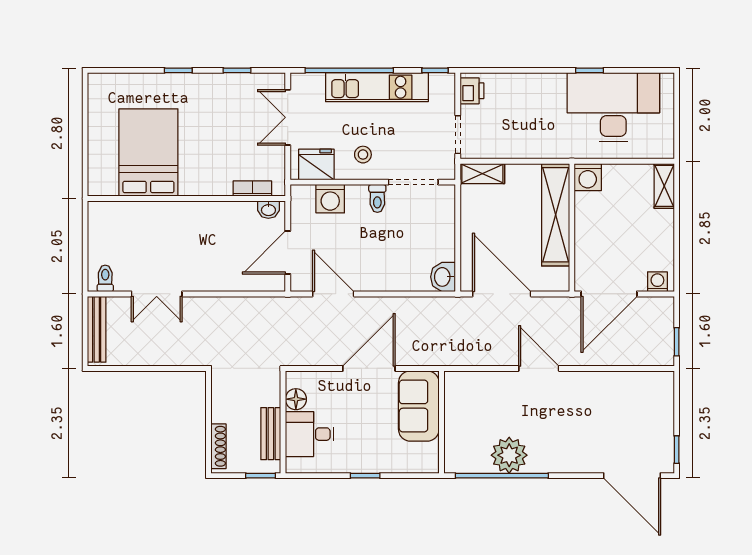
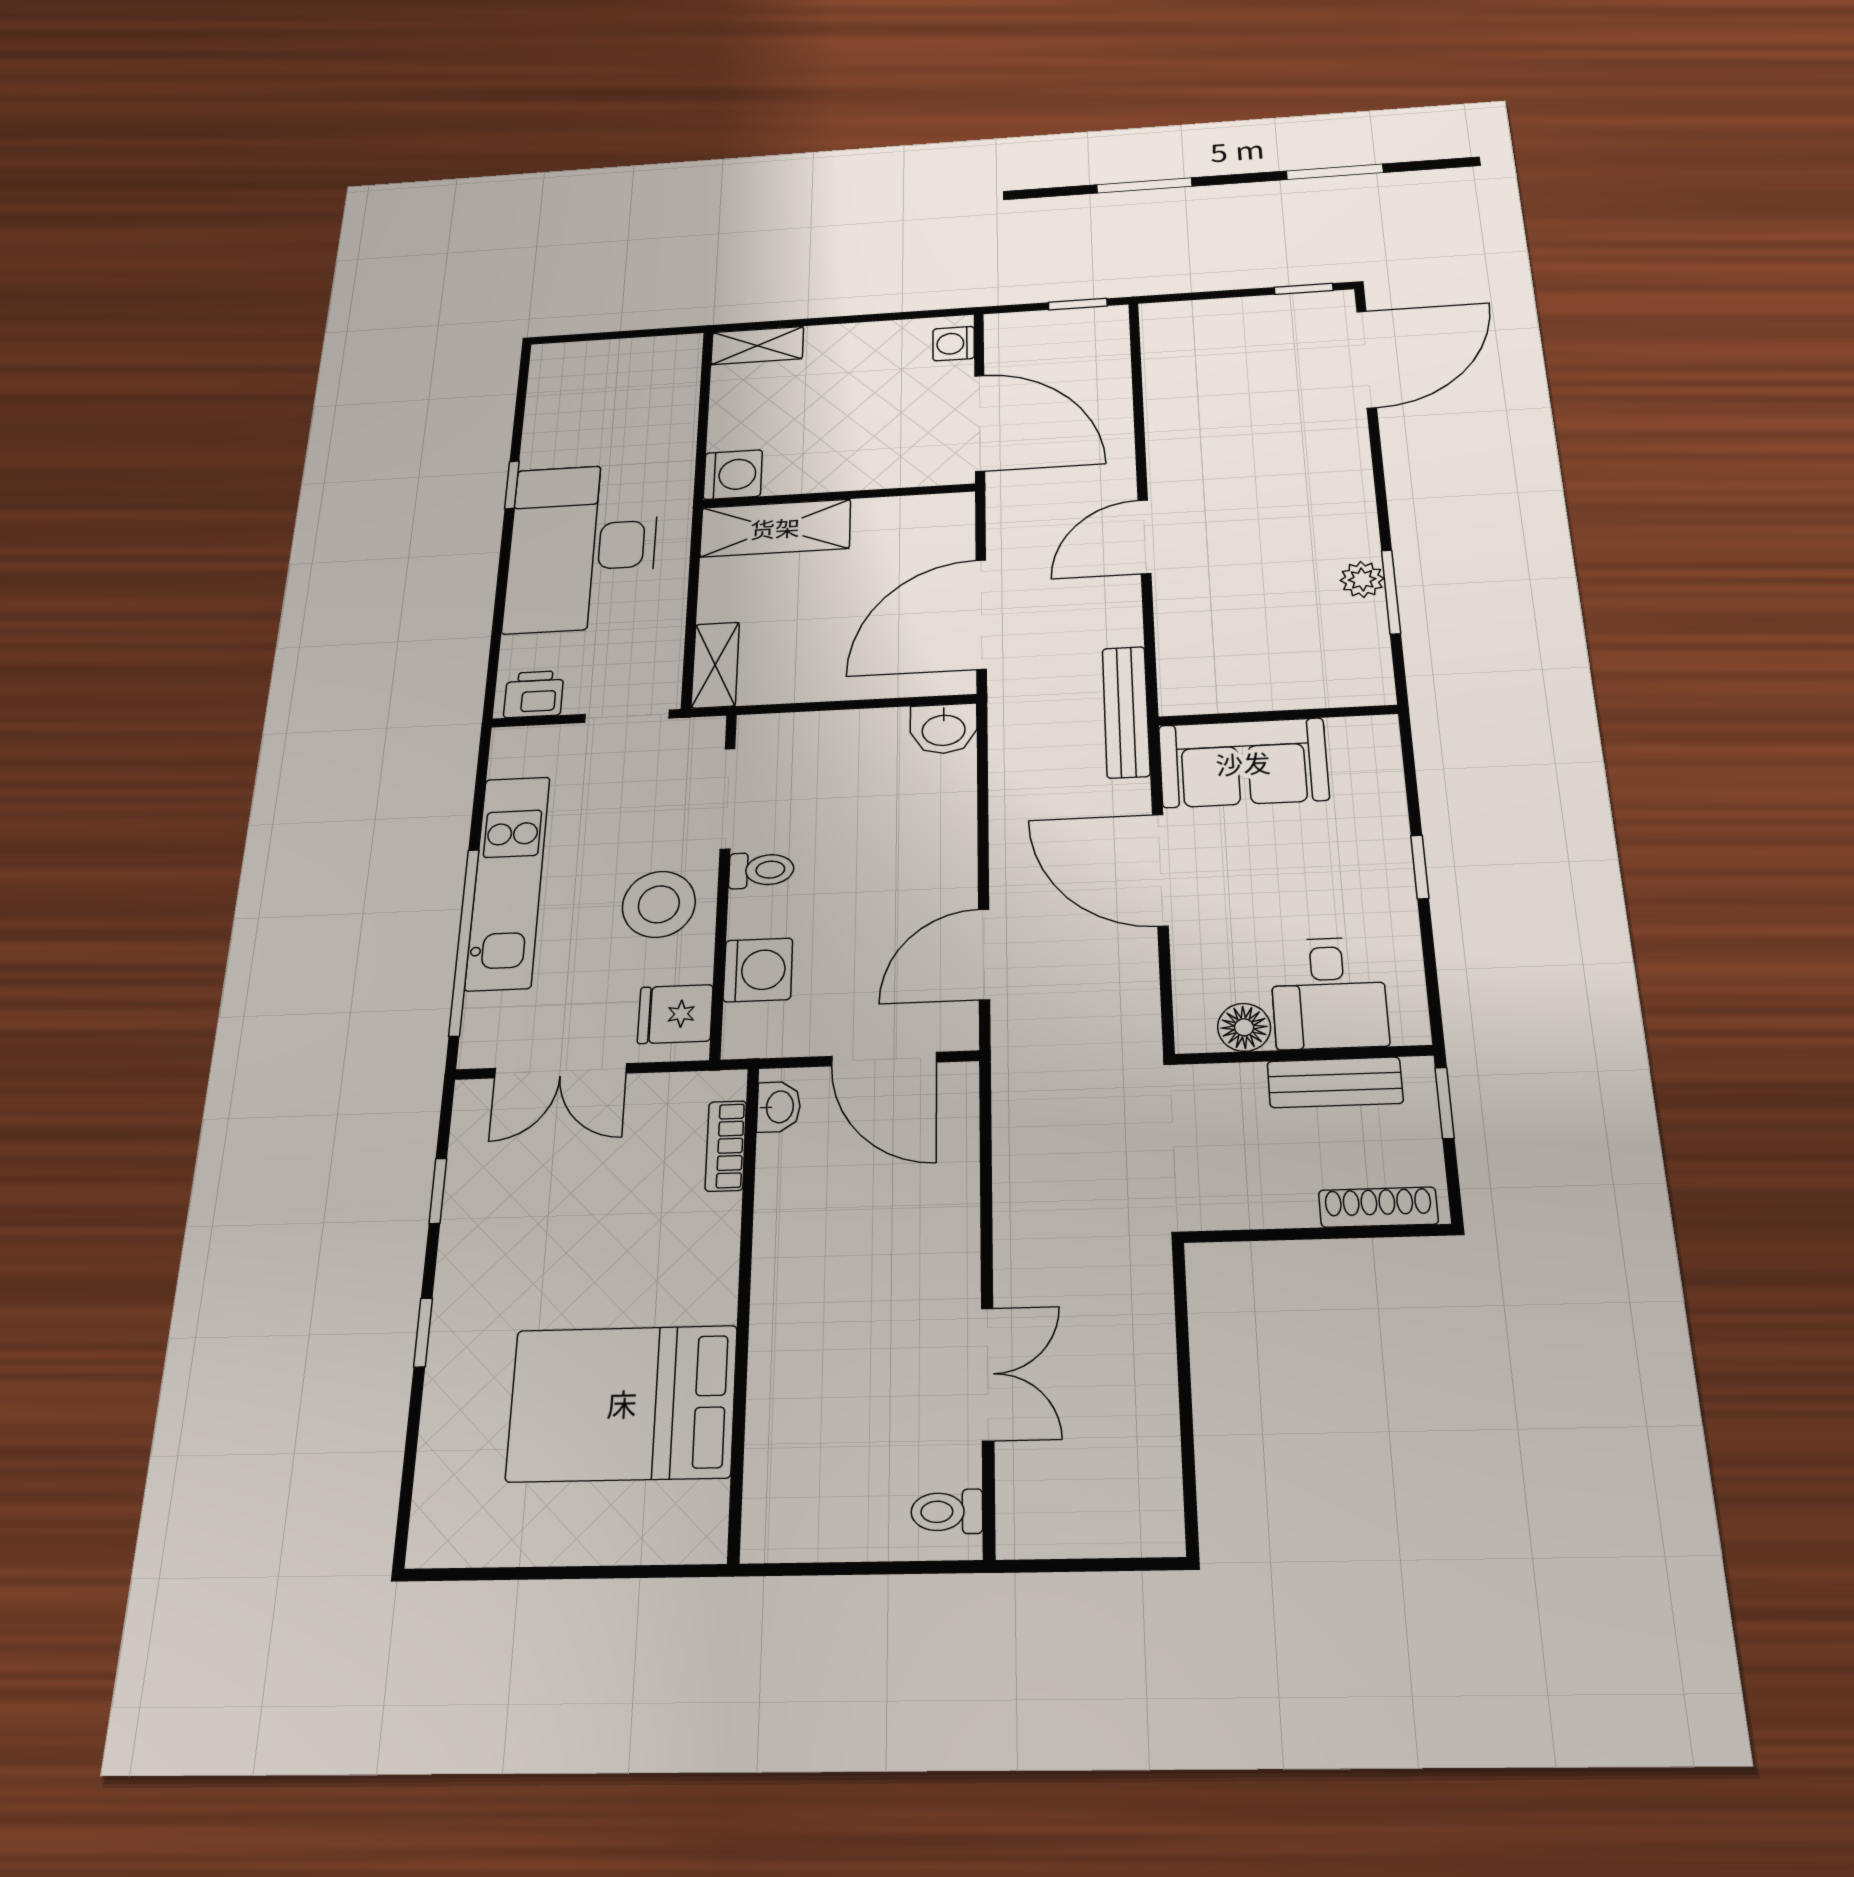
window: (435, 70) -> (482, 767), removed
desk: (613, 107) -> (582, 547), moved
stool: (363, 155) -> (659, 904), width x1.89, depth x1.89
fridge: (316, 164) -> (675, 1014), width x0.72
shelving: (556, 215) -> (775, 528), width x0.68
bench: (97, 329) -> (1126, 712), moved, turned 90
plant: (509, 455) -> (1362, 579), width x0.53, depth x0.53
window: (502, 476) -> (1391, 592), width x0.47

